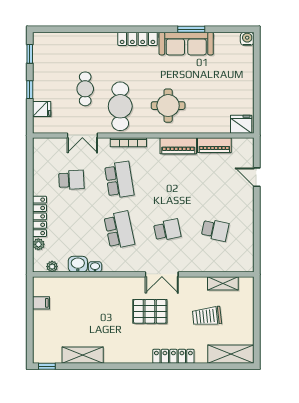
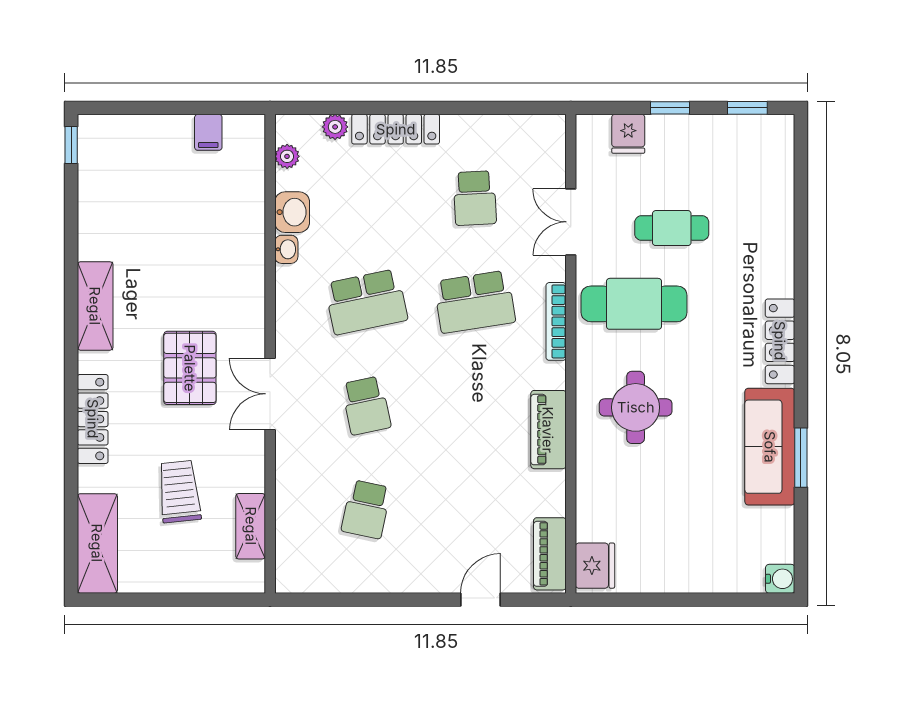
piano: (214, 145) -> (550, 554), moved
shelving: (83, 355) -> (95, 306), moved

